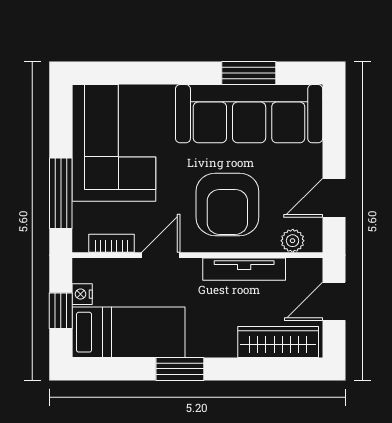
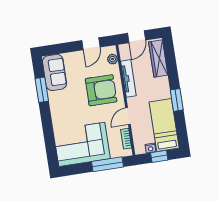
sofa: (249, 114) -> (55, 72), width x0.54, depth x0.79
door: (334, 198) -> (91, 44), hinge flipped
door: (161, 255) -> (128, 116), hinge flipped
door: (334, 301) -> (136, 37), hinge flipped

